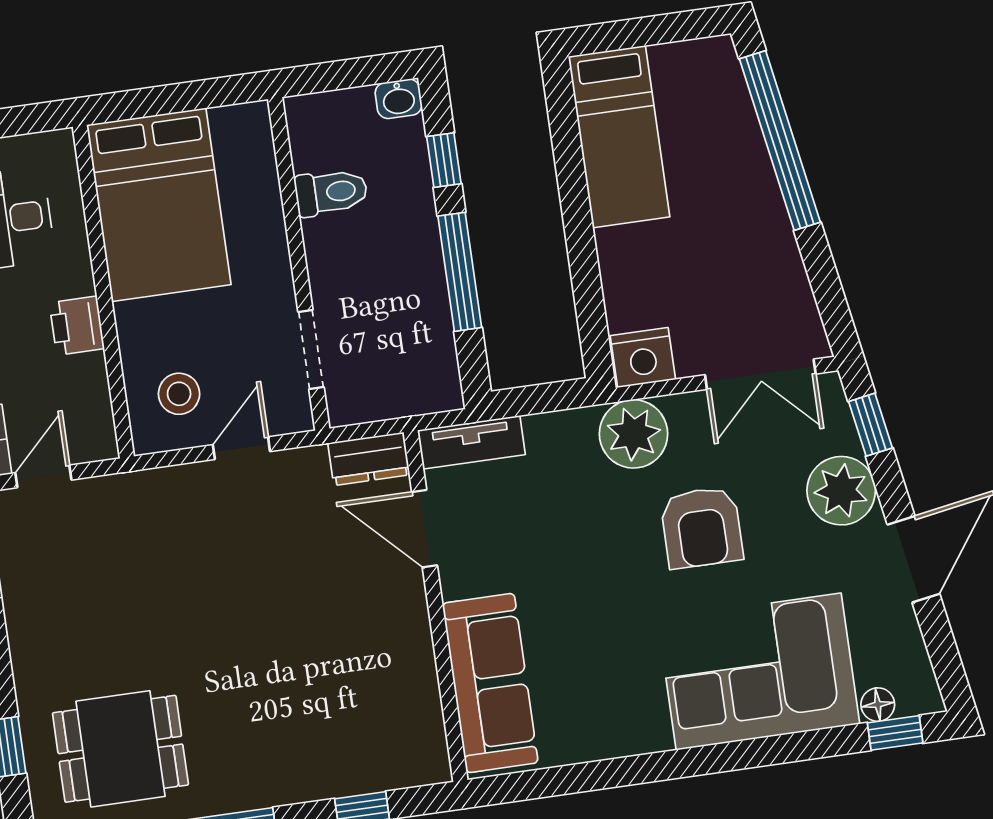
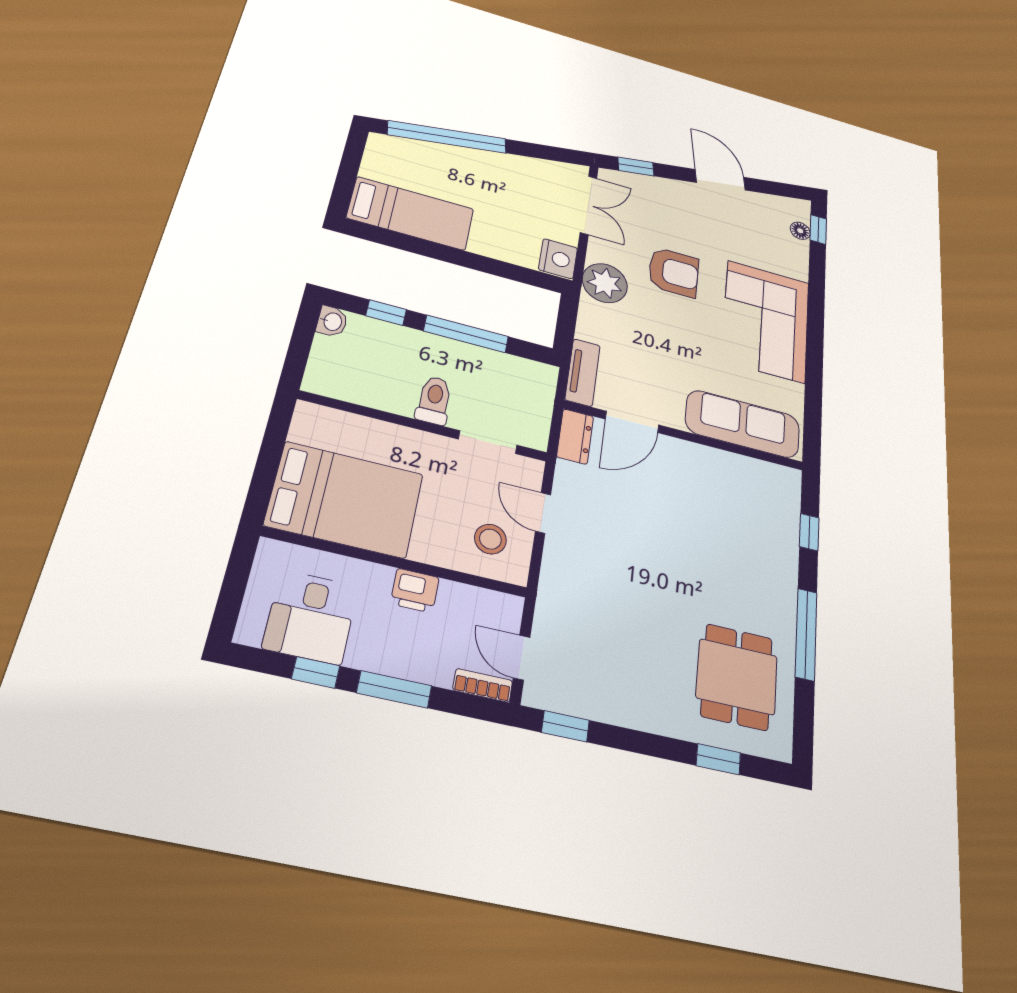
toilet: (331, 192) -> (434, 400), moved
plant: (841, 491) -> (671, 196), removed
corner sofa: (759, 672) -> (766, 321), moved

